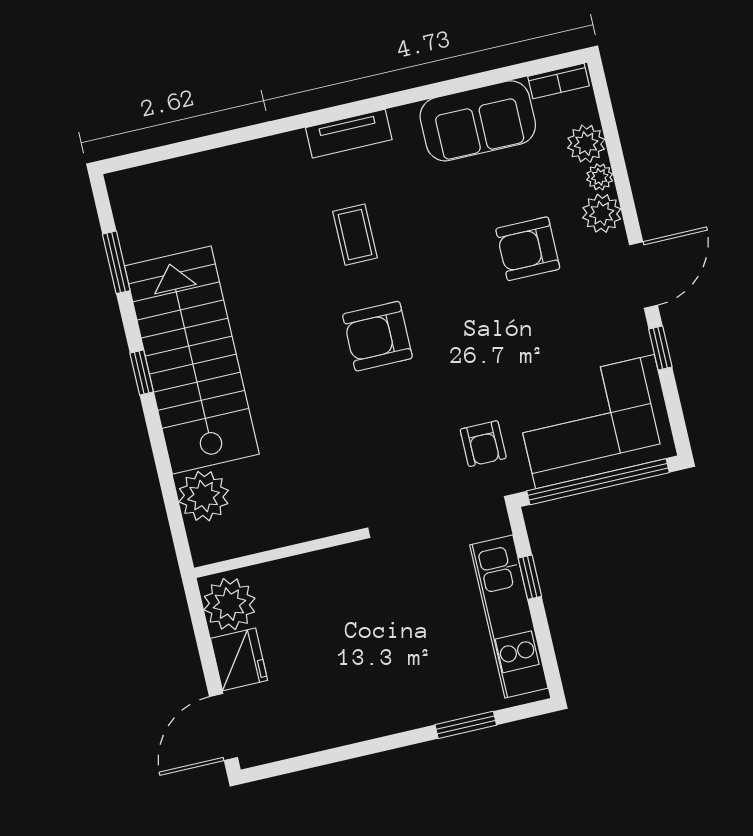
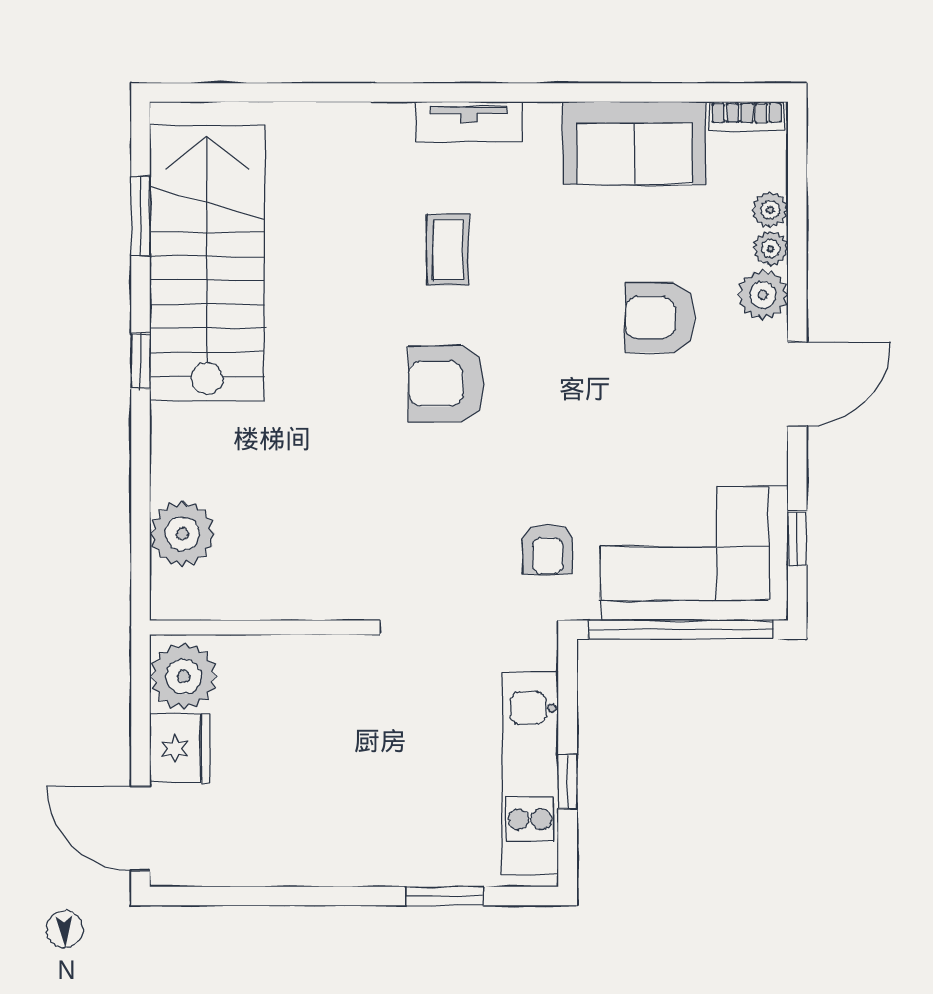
plant: (586, 144) -> (770, 210), width x0.73, depth x0.73
window: (660, 348) -> (797, 538), moved
stairs: (192, 360) -> (207, 263), moved
window: (530, 577) -> (568, 781), moved
door: (223, 727) -> (141, 829), hinge flipped

